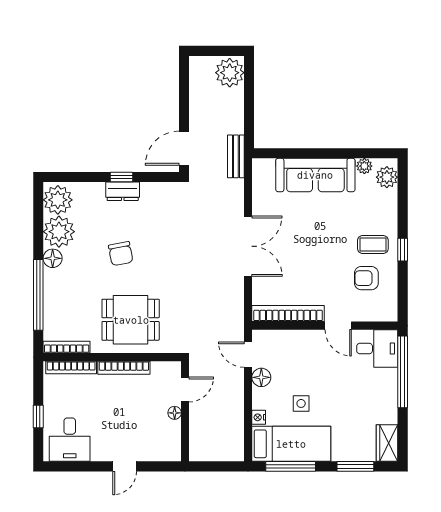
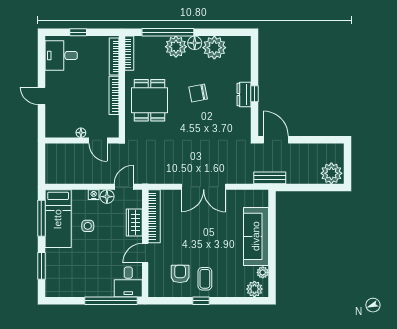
plant: (58, 200) -> (176, 47), moved
nightstand: (259, 417) -> (94, 195), moved
wardrobe: (387, 443) -> (134, 222), moved, turned -90

